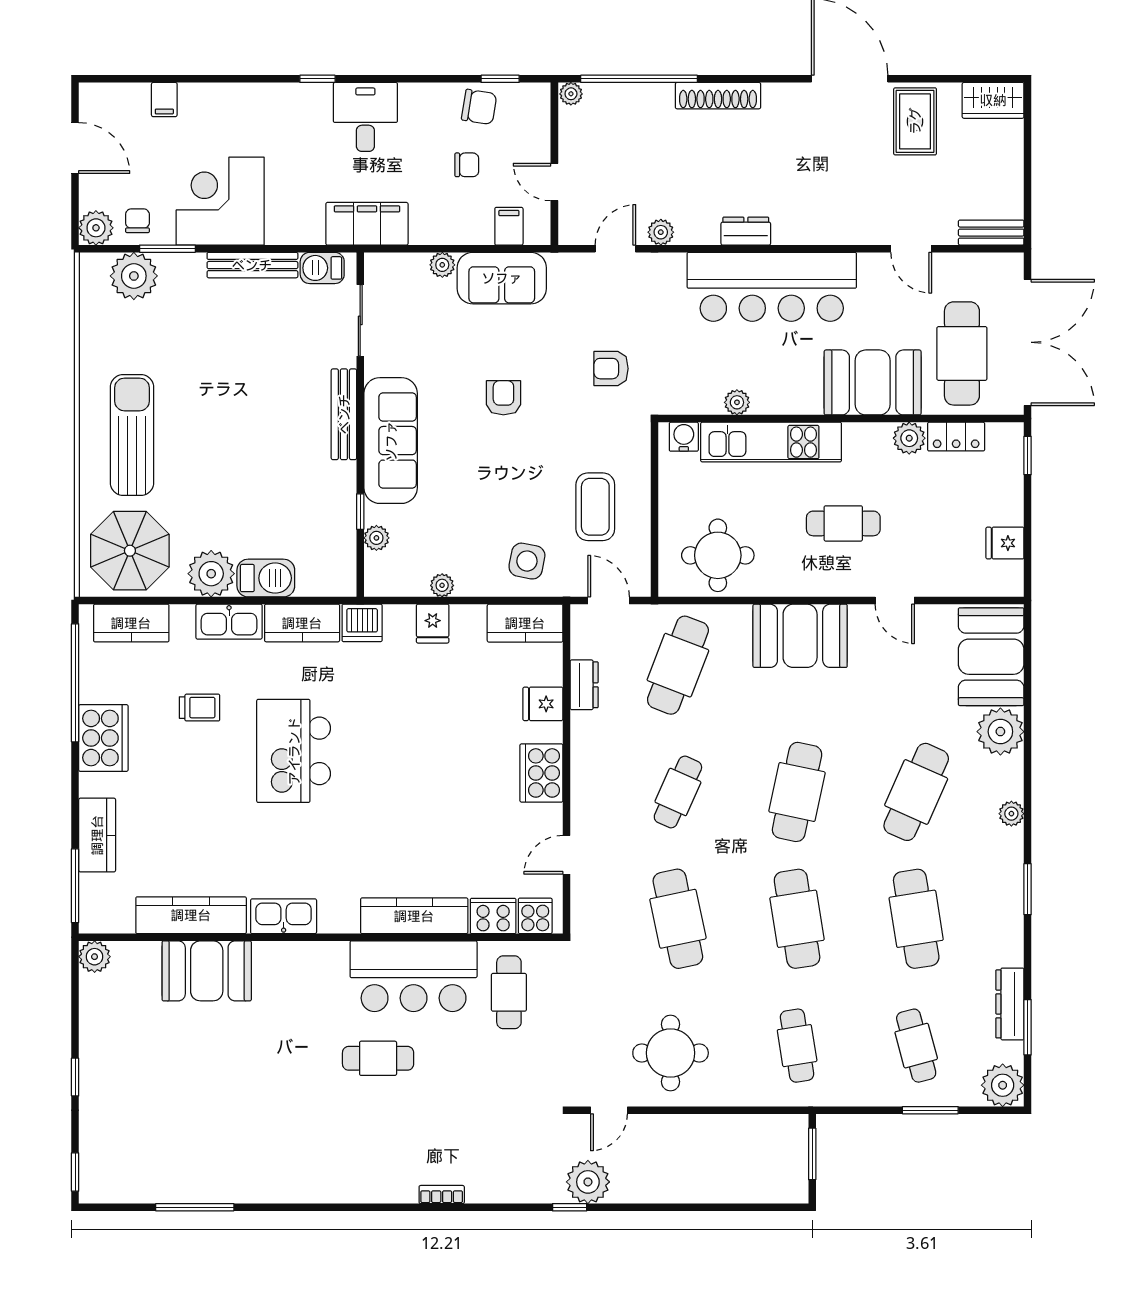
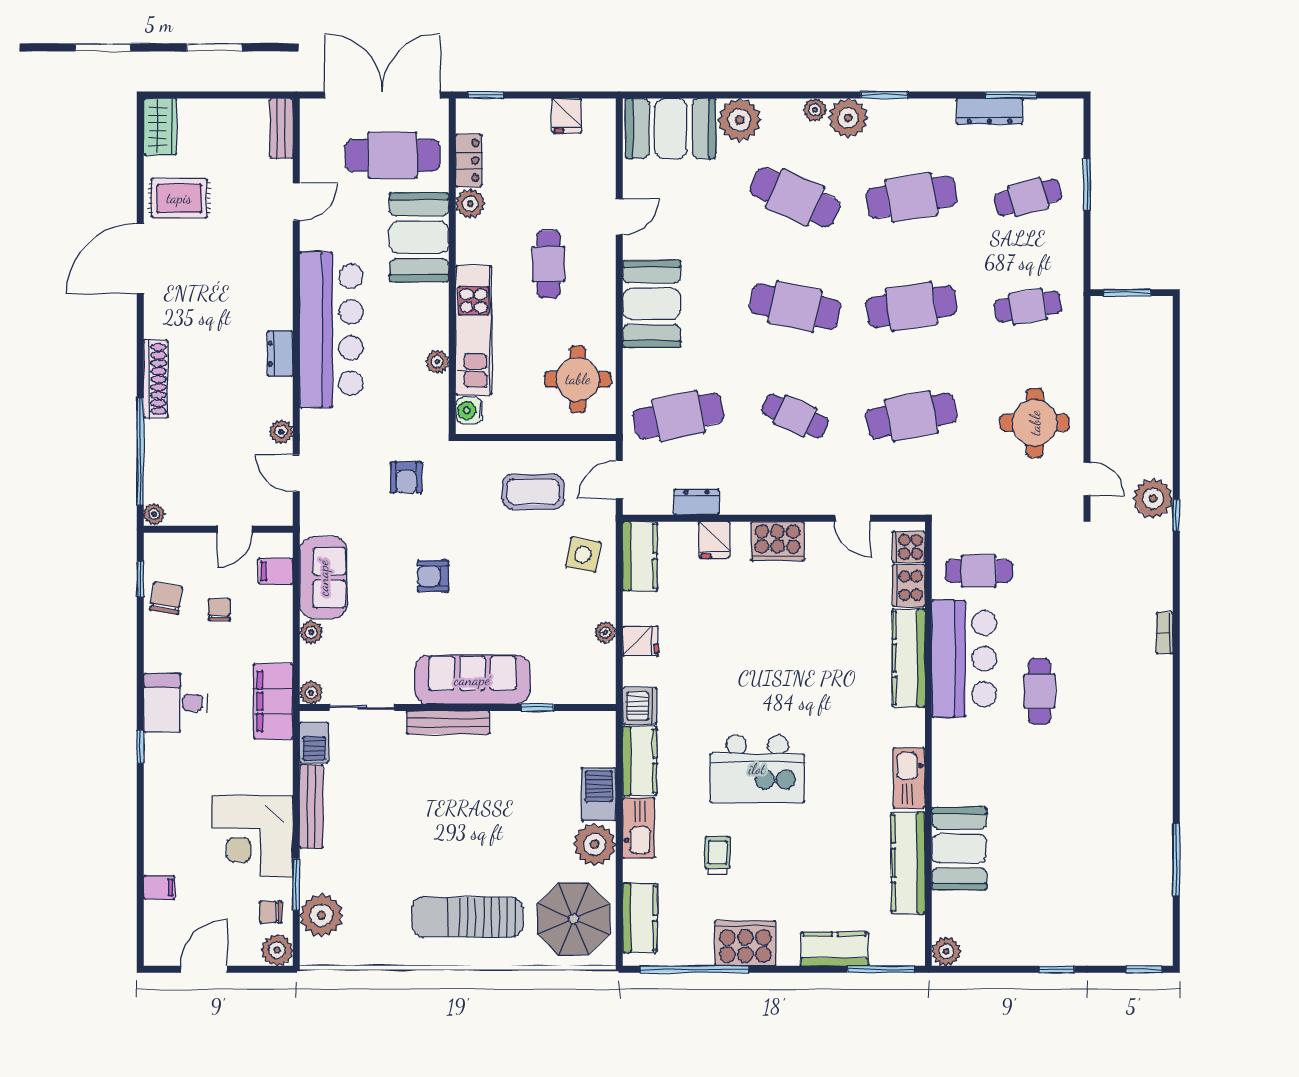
plant: (376, 538) -> (311, 693), moved
cafe table: (678, 665) -> (679, 416), turned -33
plant: (1003, 1085) -> (848, 118), moved

